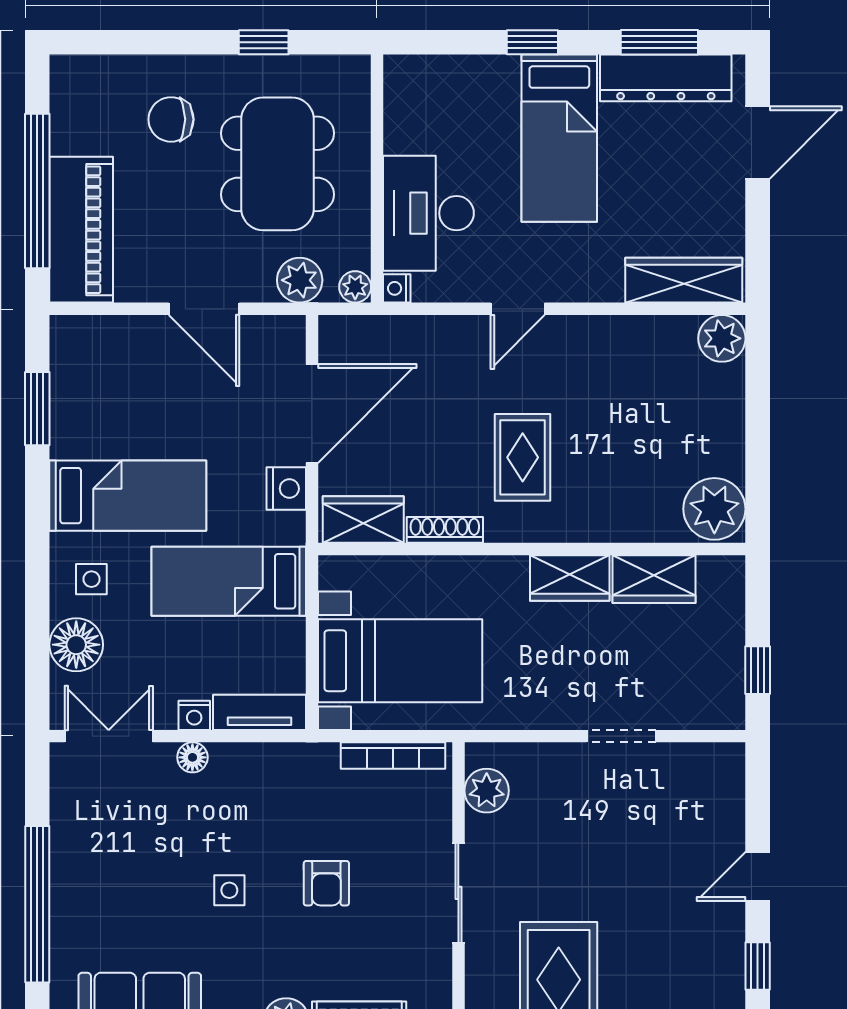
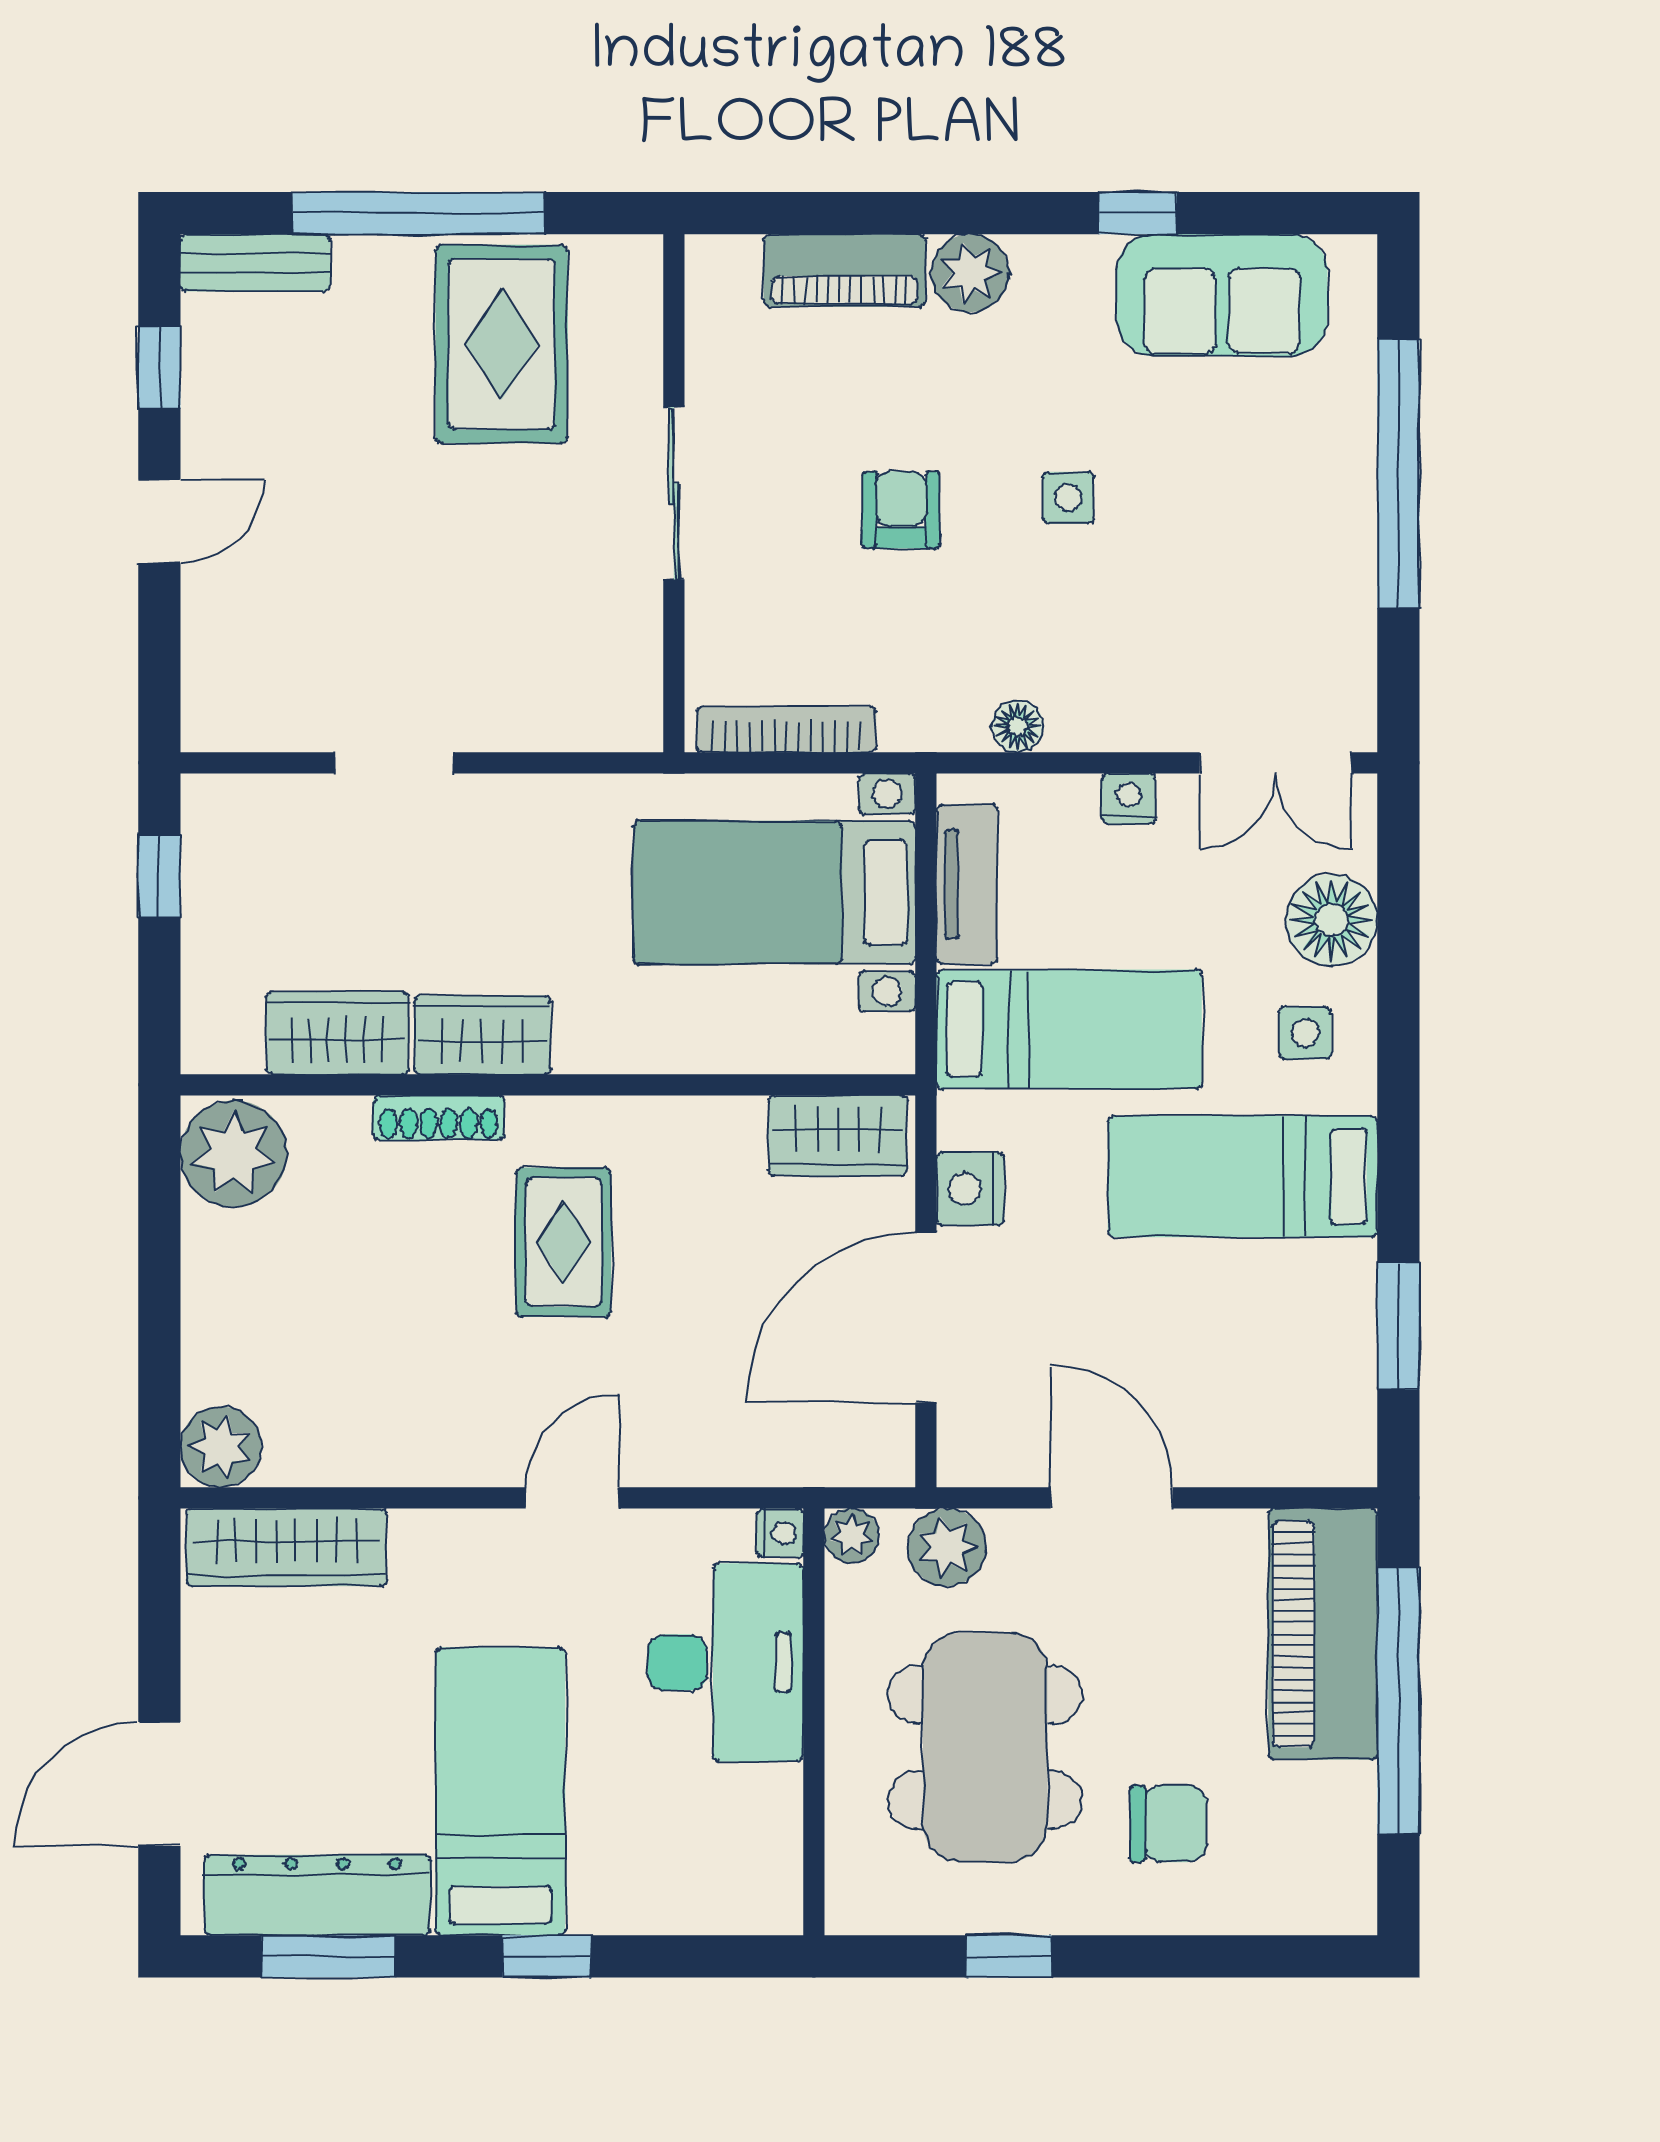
shoe rack: (445, 530) -> (439, 1118), moved
tv unit: (259, 712) -> (967, 884), moved, turned -90
floor lamp: (192, 757) -> (1018, 726), moved
plant: (487, 791) -> (625, 669), removed

